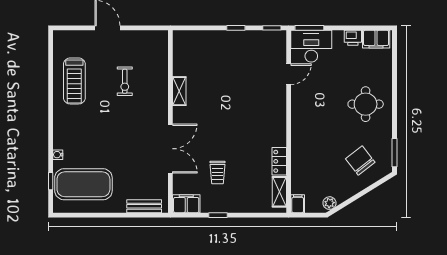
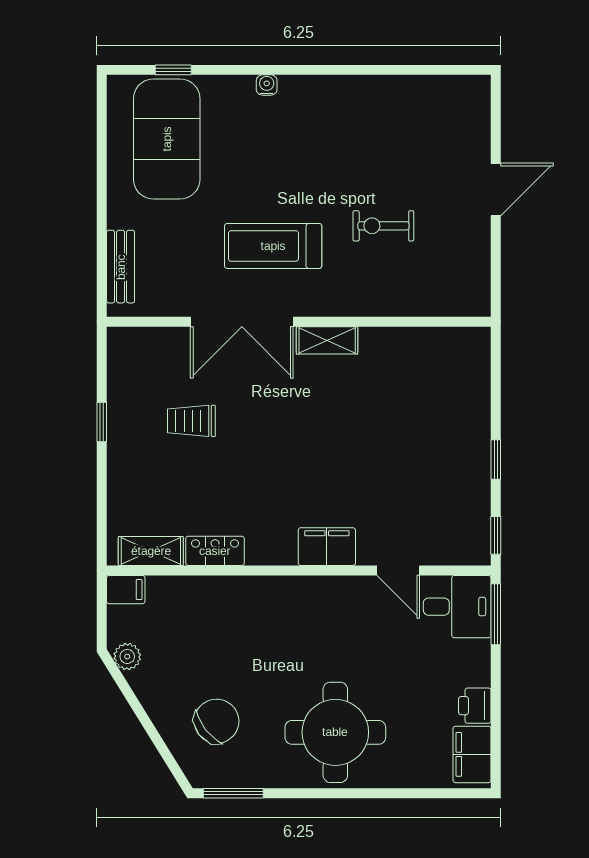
desk: (311, 46) -> (457, 607), width x0.73
treadmill: (74, 81) -> (273, 246), moved
shelving: (179, 91) -> (327, 340), moved
round table: (366, 104) -> (335, 732), width x1.36, depth x1.36
water cooler: (58, 155) -> (267, 85), moved
filing cabinet: (186, 204) -> (327, 547), moved, turned -90

